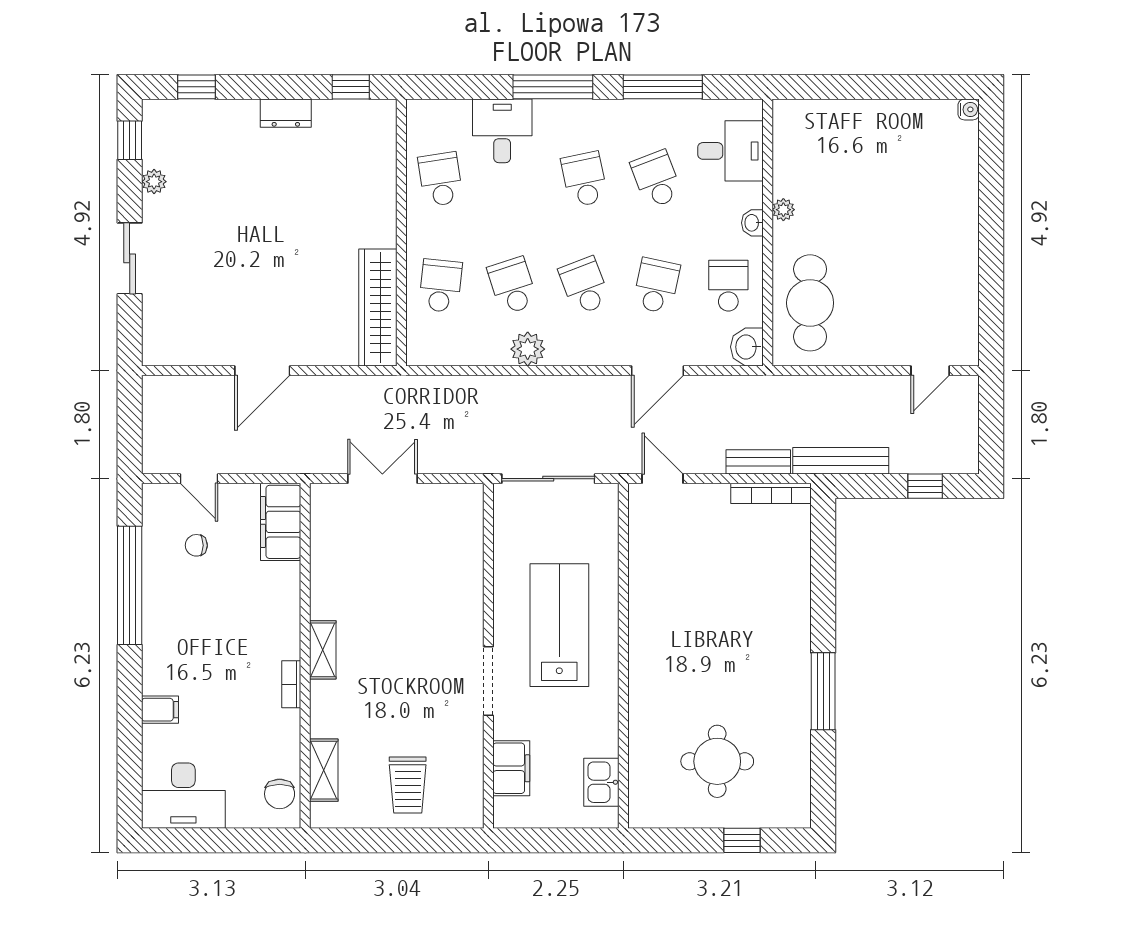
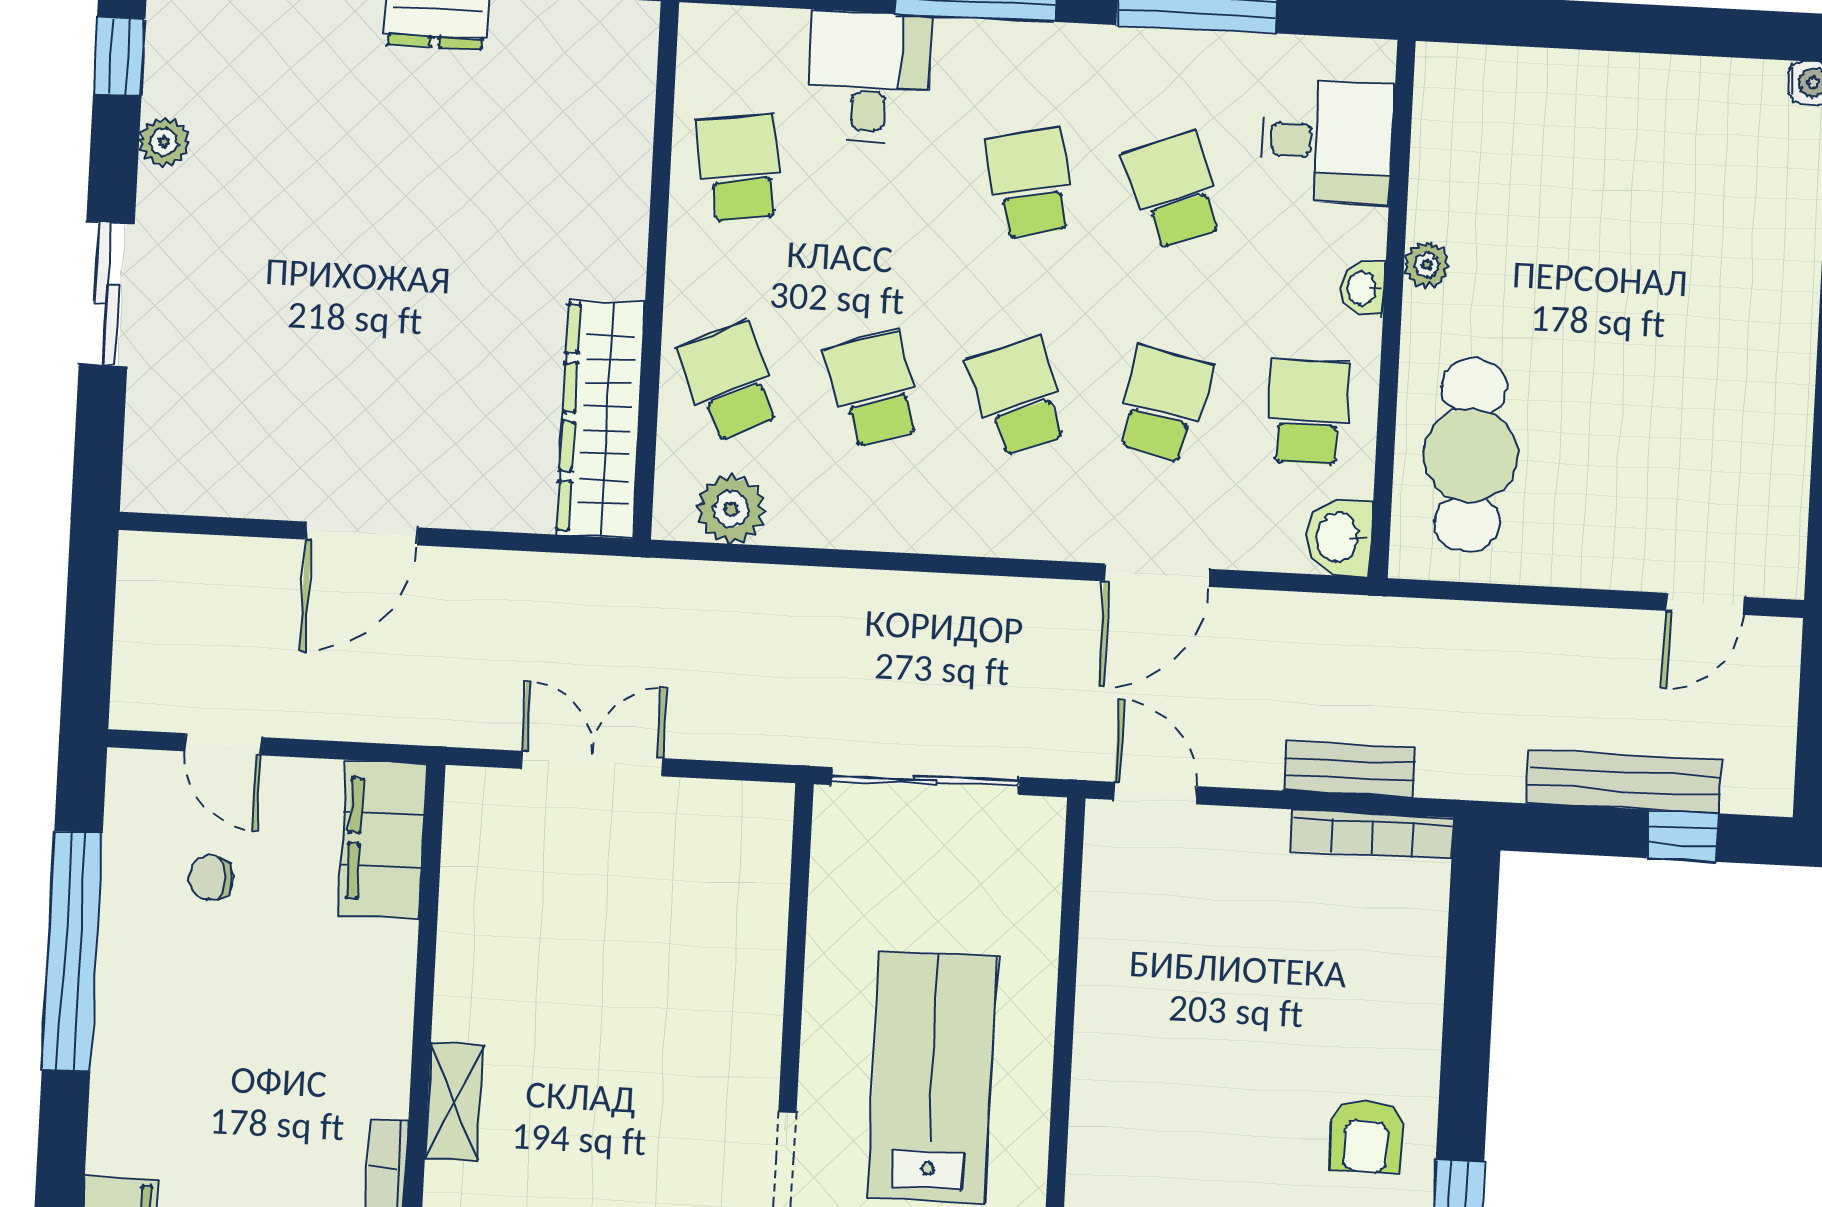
school desk: (441, 286) -> (729, 382), turned -30
plant: (528, 349) -> (731, 509), moved
bench: (841, 461) -> (1624, 781), moved
armchair: (776, 644) -> (1366, 1137), added

